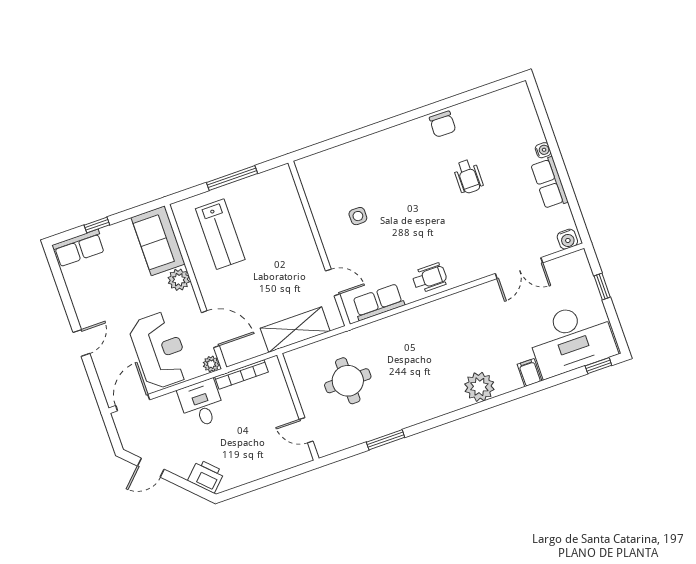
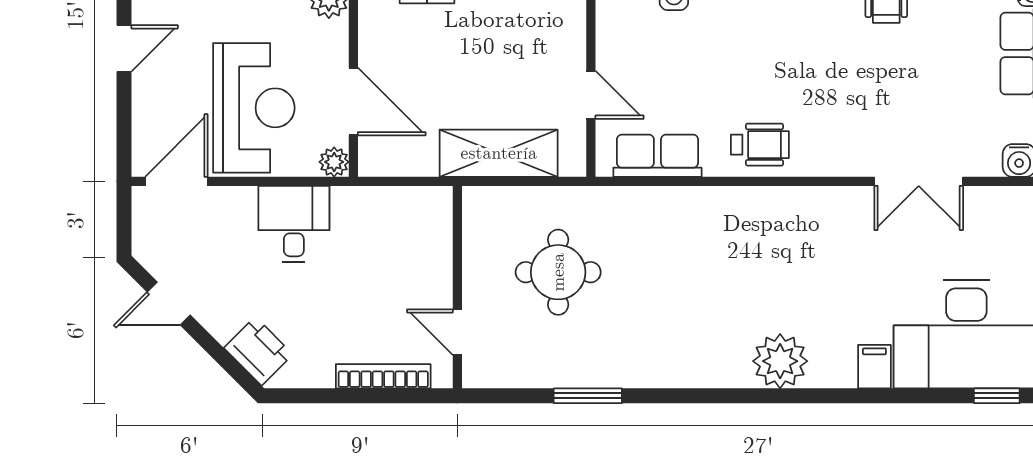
bookcase: (241, 374) -> (383, 376), moved, turned 180

